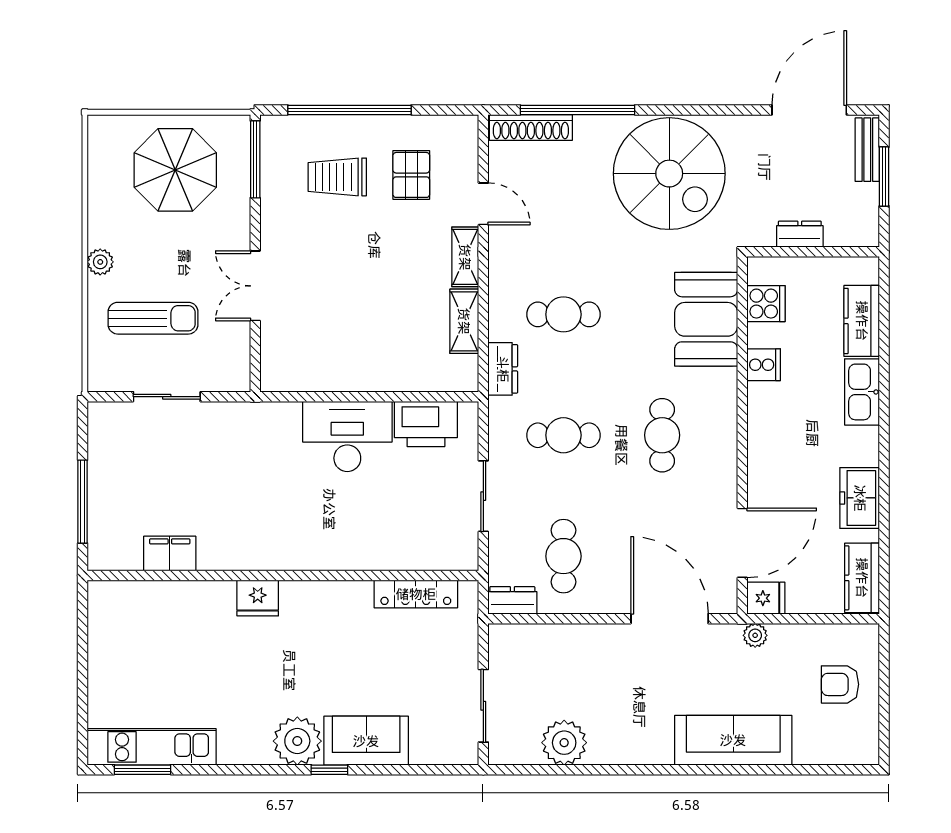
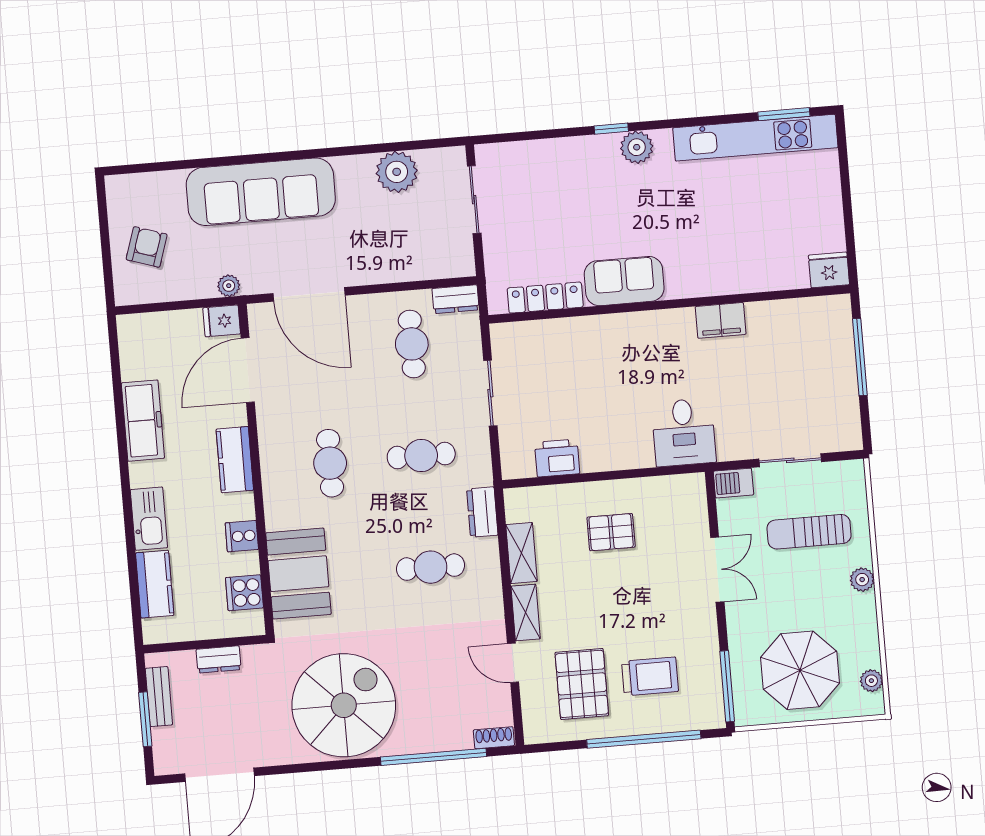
shoe rack: (531, 127) -> (494, 738), width x0.51, depth x0.81
bench: (867, 150) -> (159, 697), moved
plant: (99, 152) -> (871, 681), added
spiral stairs: (669, 174) -> (344, 705), turned 90
pallet: (411, 175) -> (582, 684), width x1.50, depth x1.42
pallet: (366, 336) -> (611, 532), added
barbecue: (230, 377) -> (733, 483), added
printer: (426, 424) -> (557, 458), width x0.73, depth x0.84
desk: (347, 436) -> (684, 432), moved, width x0.73
freezer: (860, 498) -> (143, 421), width x1.40
filing cabinet: (170, 554) -> (721, 320), moved
kitchen counter: (862, 578) -> (235, 460), moved, turned 180
fridge: (258, 598) -> (829, 270), moved
armchair: (840, 684) -> (147, 247), turned -72
sofa: (733, 740) -> (261, 192), width x1.36, depth x1.27
plant: (297, 741) -> (637, 147), width x0.73, depth x0.73
sofa: (366, 741) -> (624, 281), moved, turned 180
kitchen unit: (152, 747) -> (755, 138), width x1.36

